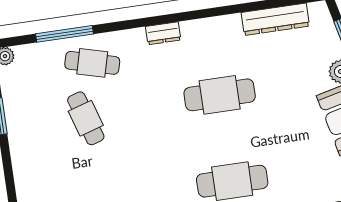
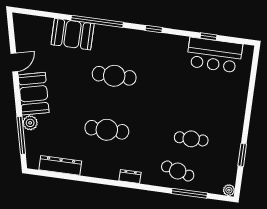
cafe table: (86, 118) -> (191, 139), turned -73

